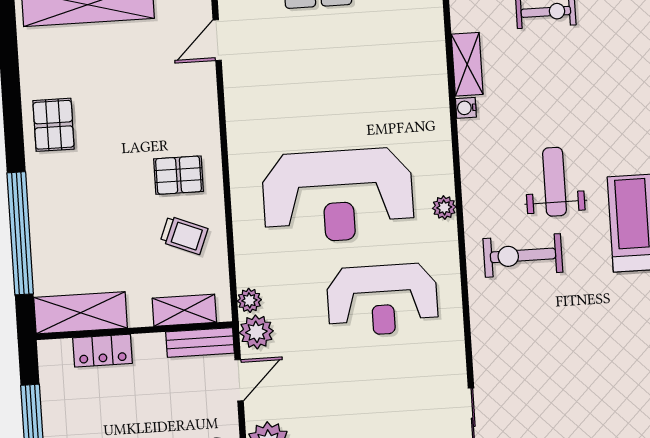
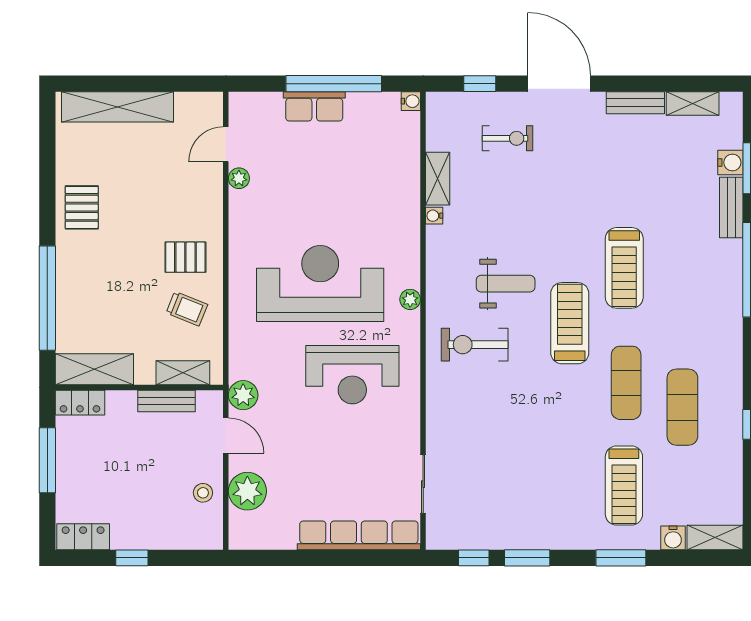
weight bench: (554, 182) -> (506, 284), turned 90
reception desk: (338, 196) -> (320, 283), turned 180
plant: (249, 300) -> (239, 178), moved
bench: (200, 342) -> (166, 401), moved
locker: (102, 351) -> (80, 403), moved
door: (239, 380) -> (226, 435), hinge flipped

